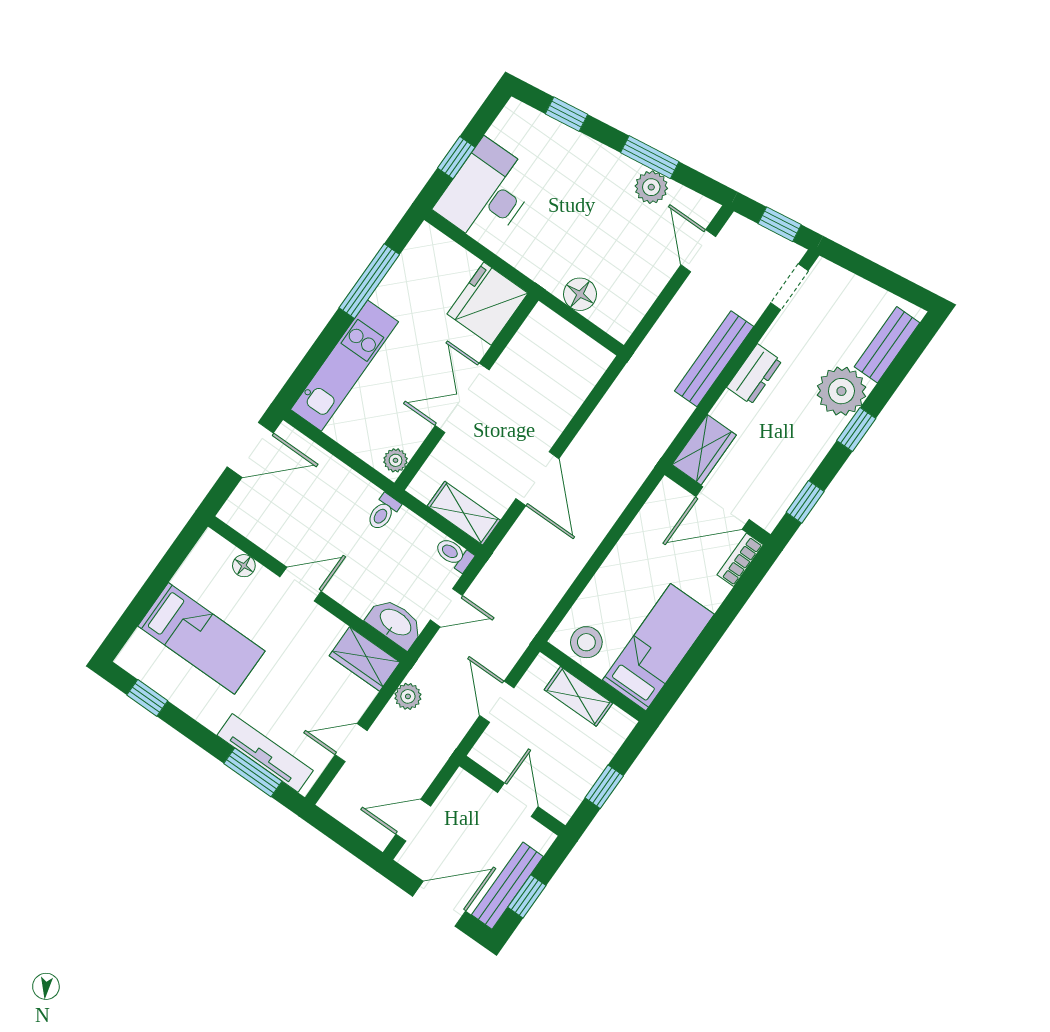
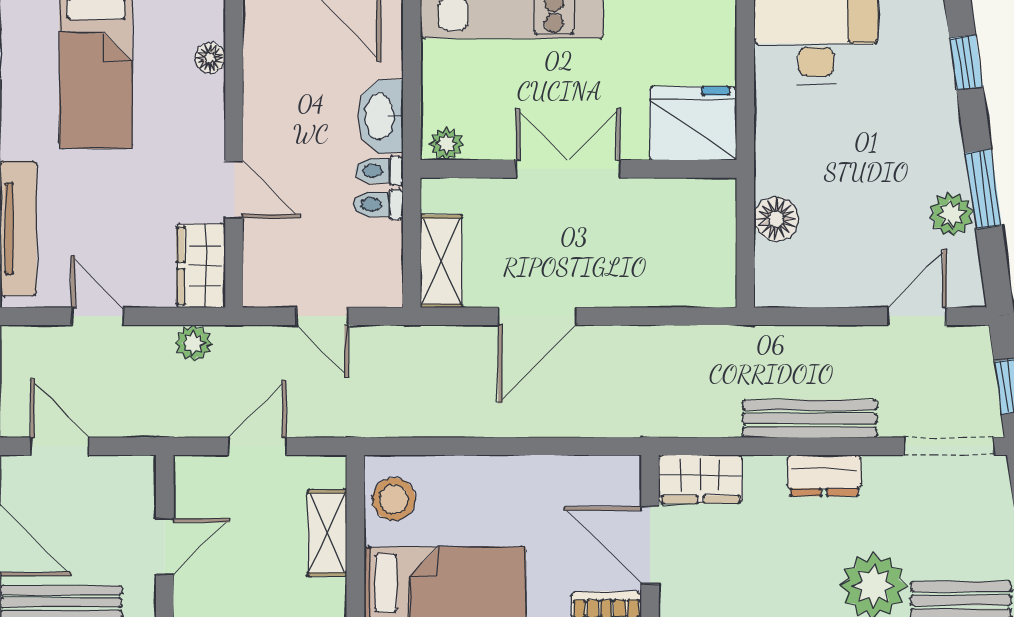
doorway: (789, 287) -> (949, 446), width x1.38
toilet: (454, 554) -> (378, 204), moved, turned -90
door: (301, 584) -> (234, 189), moved
washbasin: (395, 623) -> (381, 116), moved, turned 180

